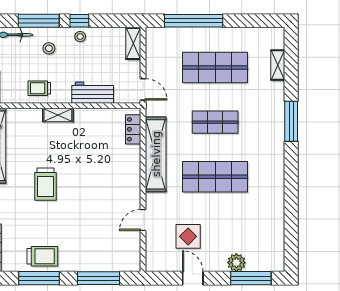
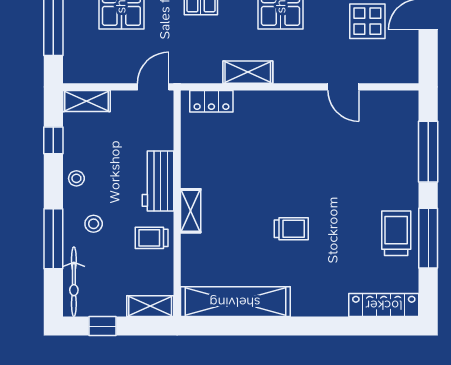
window: (79, 21) -> (53, 140), moved
trolley: (39, 88) -> (152, 238), turned 90
workbench: (93, 93) -> (158, 181), moved
shelving: (156, 154) -> (248, 72), width x0.45, depth x0.75
trolley: (46, 184) -> (291, 229), width x0.73, depth x0.72

